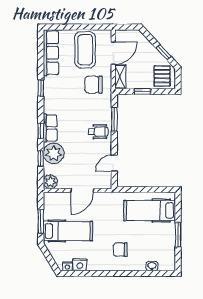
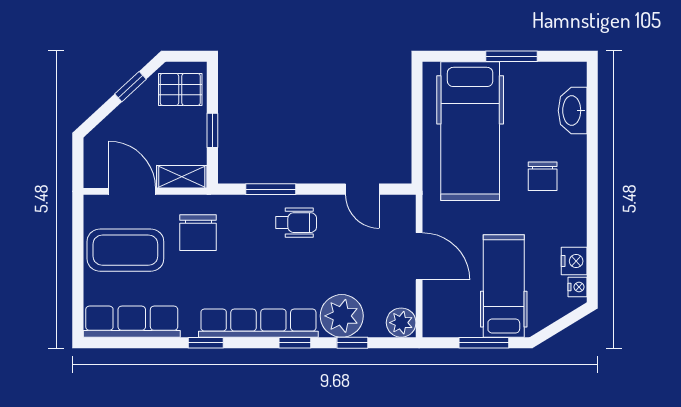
row of seats: (50, 128) -> (258, 323), width x2.02
wheelchair: (98, 132) -> (296, 223), turned 90
hospital bed: (150, 211) -> (470, 131), width x1.37, depth x1.29
washbasin: (152, 266) -> (573, 111), width x1.91, depth x1.45

